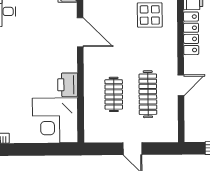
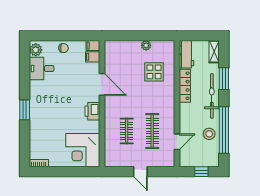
printer: (68, 85) -> (92, 111), moved
door: (181, 85) -> (177, 142), moved

